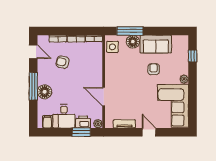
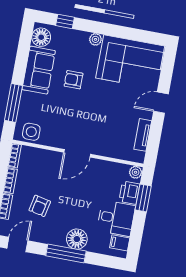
floor lamp: (133, 42) -> (41, 37), moved
door: (104, 97) -> (77, 153), moved

